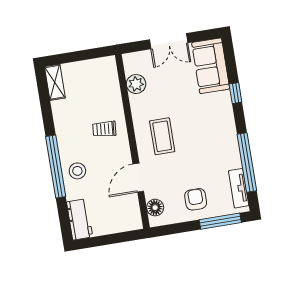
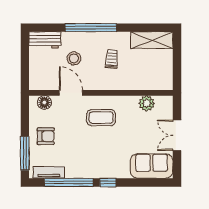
shelving: (55, 82) -> (152, 40), width x1.50, depth x1.33
window: (235, 93) -> (108, 182), moved
trolley: (104, 129) -> (112, 59), moved
stool: (77, 171) -> (74, 58), moved

